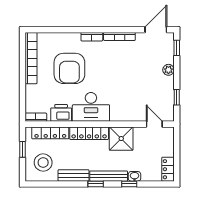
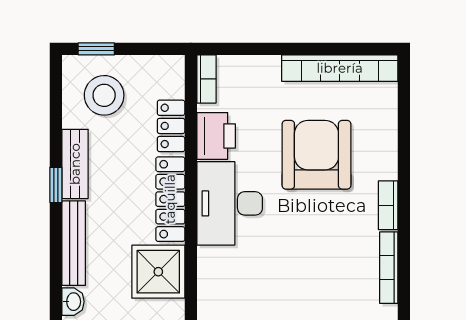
armchair: (69, 68) -> (316, 155), turned 90
locker: (50, 133) -> (171, 126), width x0.66
window: (23, 149) -> (96, 49), moved
window: (96, 184) -> (56, 185), moved
window: (129, 184) -> (56, 290), removed

